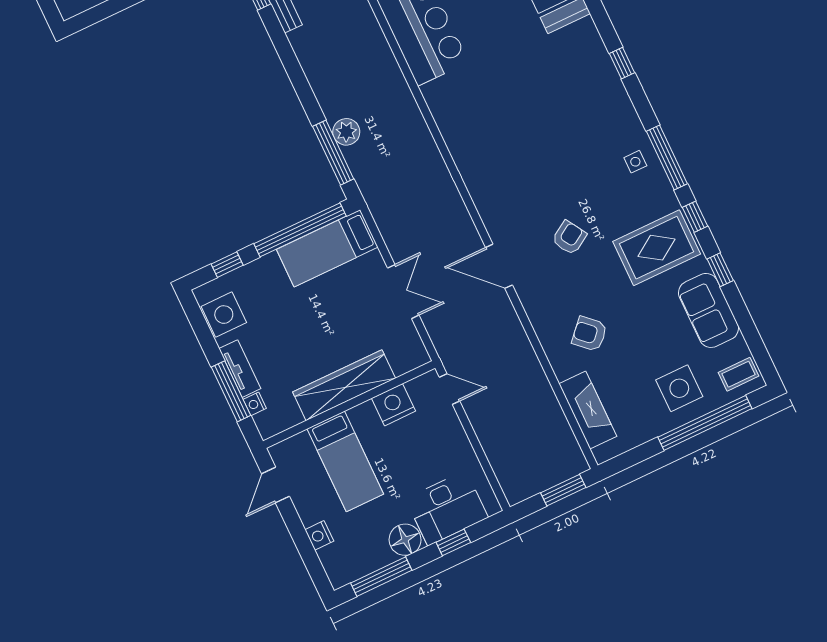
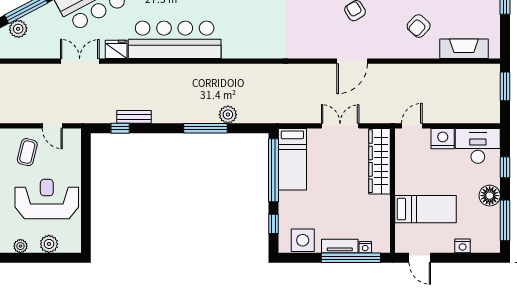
window: (333, 153) -> (206, 128), moved
wardrobe: (344, 385) -> (379, 161), moved
window: (231, 391) -> (351, 258), width x1.46
nightstand: (394, 405) -> (443, 139), moved, turned 90
desk: (447, 508) -> (478, 146), moved, turned -90

